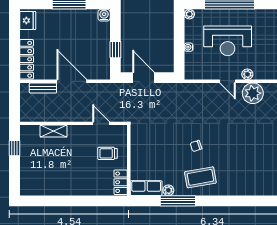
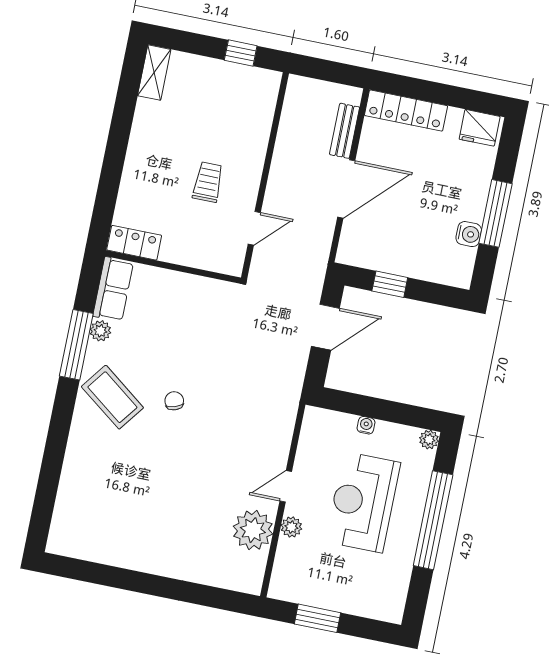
water cooler: (104, 15) -> (469, 234), moved
shelving: (54, 131) -> (154, 73), moved
trolley: (107, 153) -> (208, 182), moved
coffee table: (200, 177) -> (112, 397), turned -43

